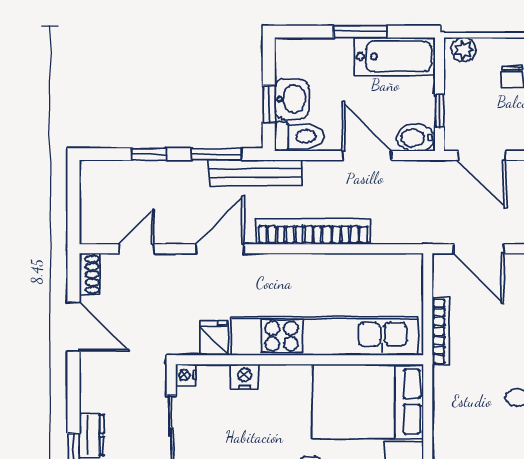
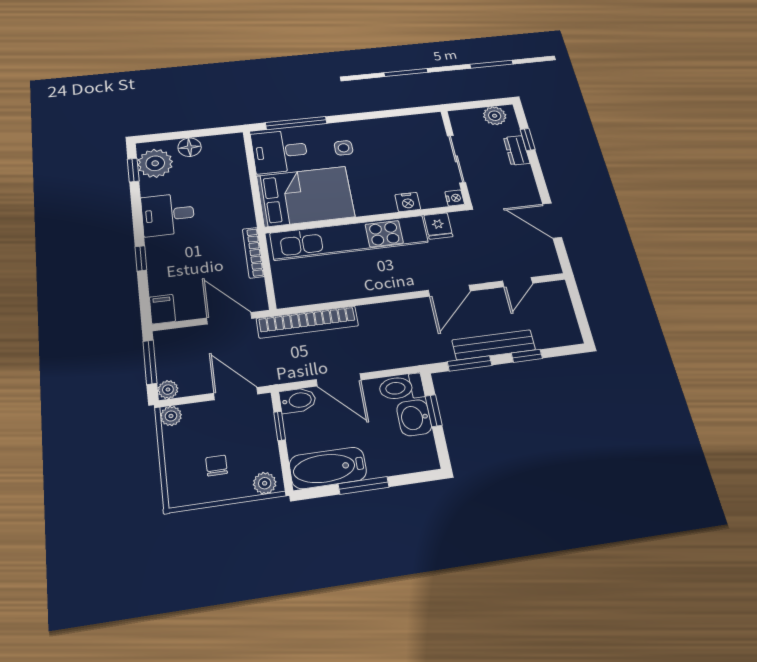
bench: (256, 173) -> (494, 345), moved
bookcase: (313, 231) -> (307, 322), moved
shoe rack: (90, 274) -> (550, 259), removed

